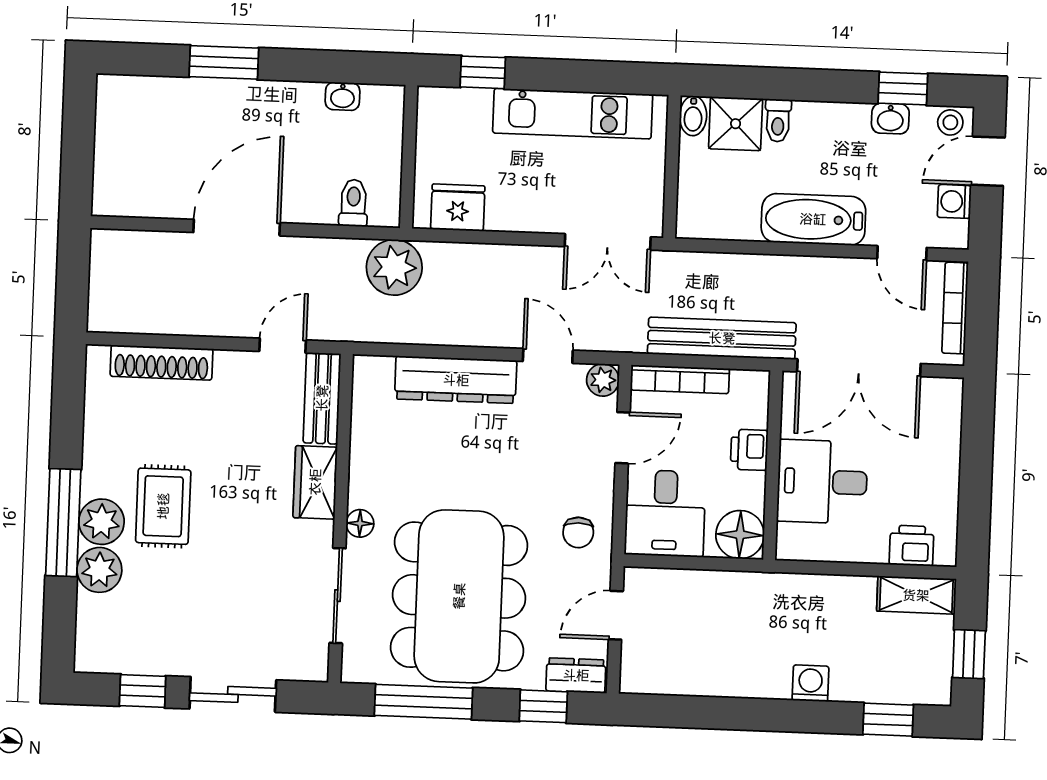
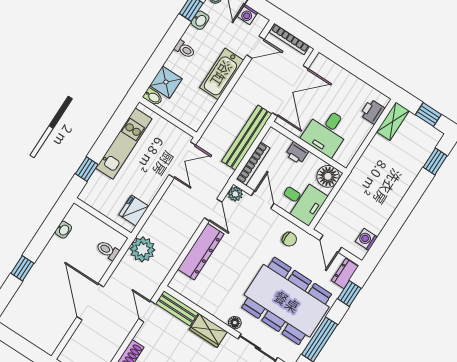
window: (224, 62) -> (22, 268), width x0.67
toilet: (778, 120) -> (185, 49), moved
door: (548, 356) -> (213, 210), swing flipped
washing machine: (810, 683) -> (366, 239), moved

